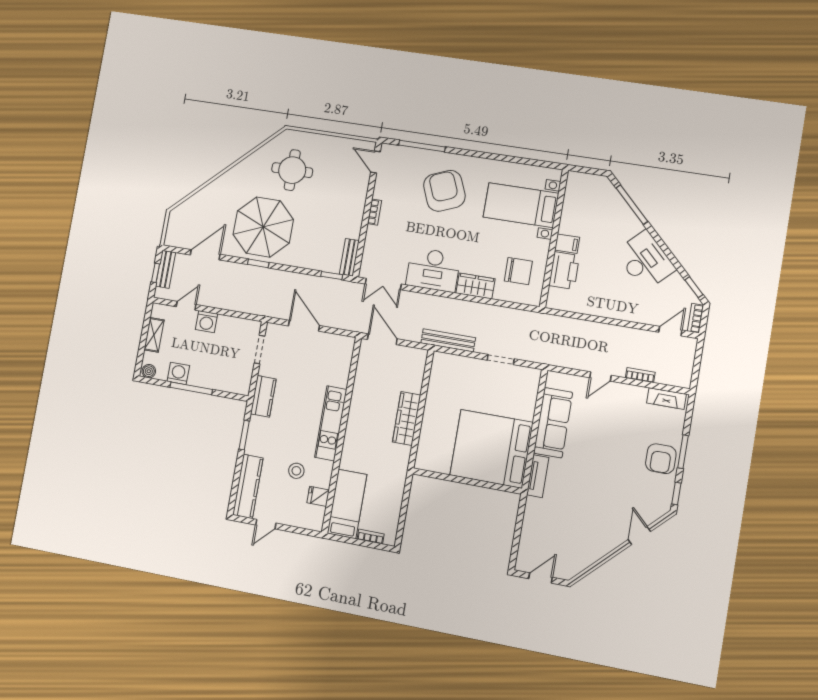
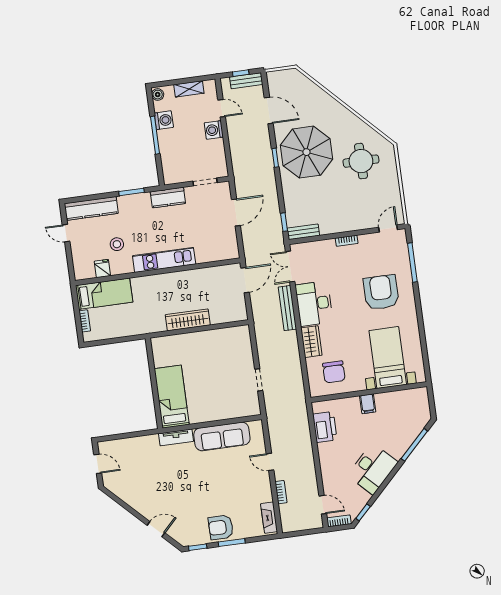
armchair: (444, 191) -> (381, 292), turned -68
printer: (564, 271) -> (325, 427), moved, turned -90
bench: (448, 340) -> (287, 308), moved
bed: (491, 449) -> (172, 397), width x0.49

